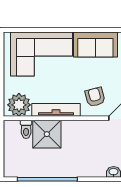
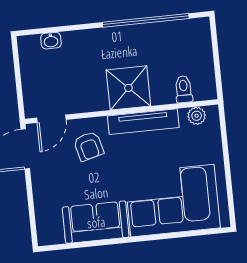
plant: (19, 105) -> (197, 116), width x0.53, depth x0.53
shower: (47, 134) -> (128, 88), moved

